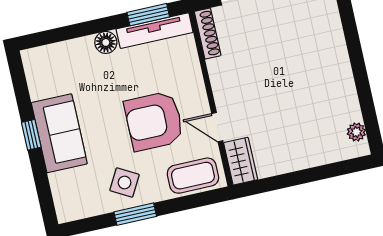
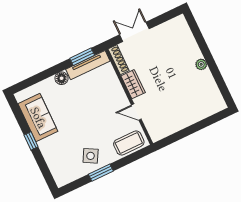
armchair: (154, 121) -> (99, 117), removed
plant: (356, 132) -> (201, 64), moved
sofa: (59, 133) -> (38, 118), moved
wardrobe: (241, 161) -> (133, 84), moved

